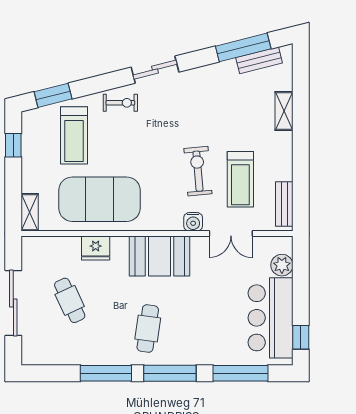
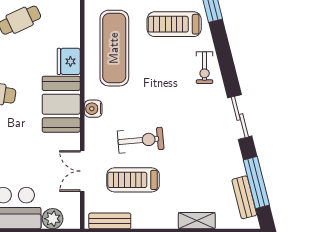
sliding door: (155, 70) -> (240, 117), moved
exercise mat: (99, 199) -> (114, 48), width x0.68
water cooler: (193, 222) -> (93, 109), moved
fridge: (96, 248) -> (69, 61), moved

